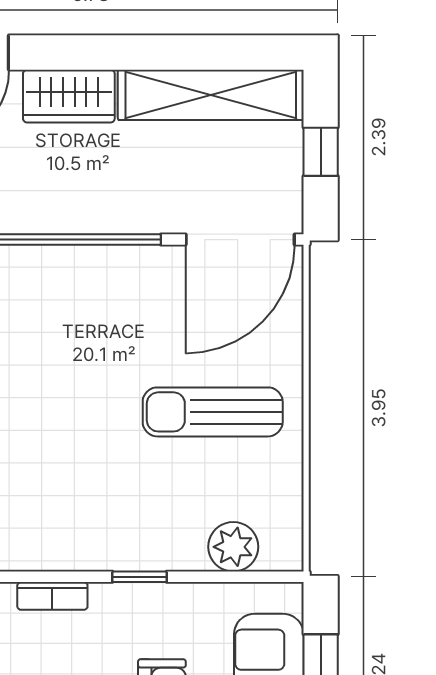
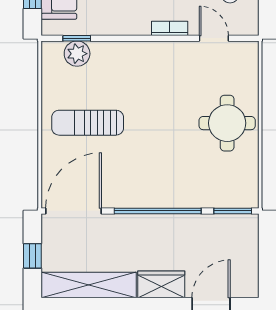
sun lounger: (213, 412) -> (88, 123), turned 180
window: (140, 577) -> (77, 38), moved

